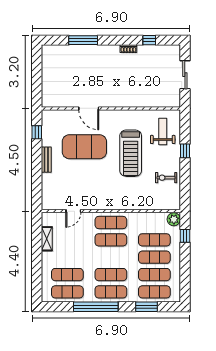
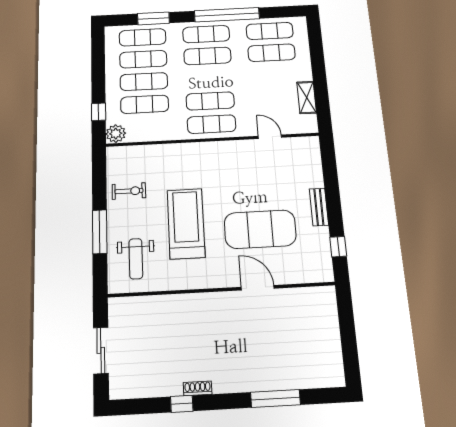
window: (149, 40) -> (182, 404), moved
window: (185, 151) -> (100, 232), width x2.17
door: (73, 211) -> (270, 137), hinge flipped

